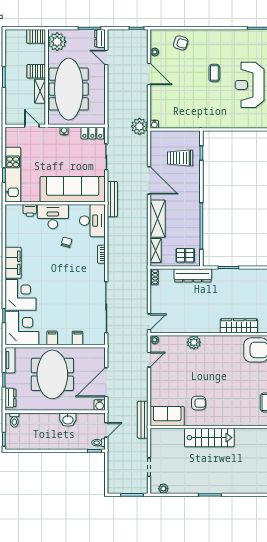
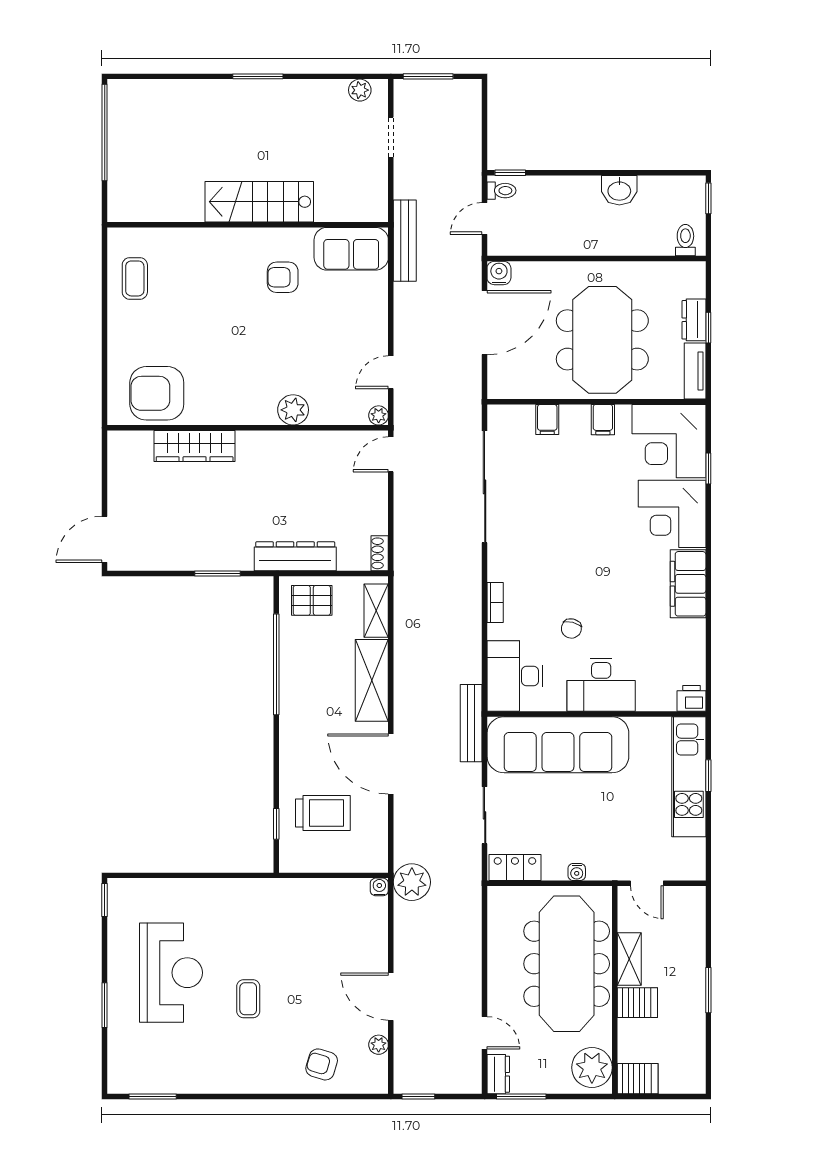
printer: (30, 210) -> (691, 698), moved
dresser: (10, 398) -> (694, 320), moved
washbasin: (68, 420) -> (619, 190), moved, turned 180

